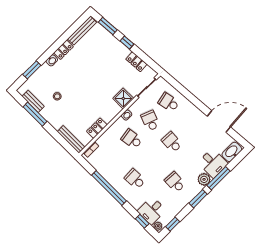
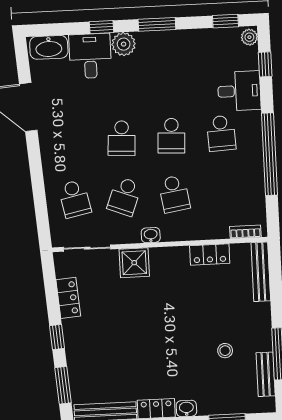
window: (219, 178) -> (102, 27), width x0.46
school desk: (175, 182) -> (171, 136), moved
desk: (152, 211) -> (239, 91), moved

